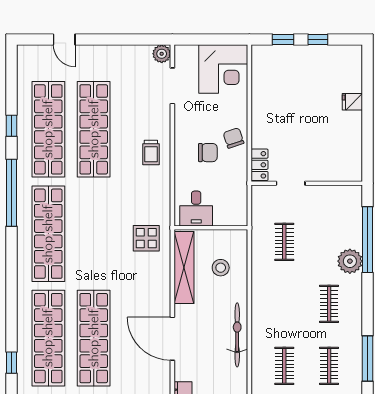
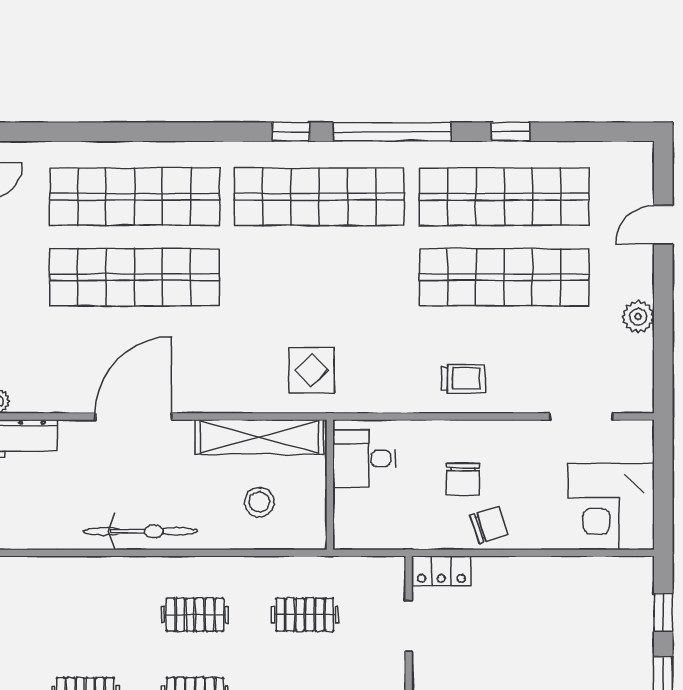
plant: (162, 54) -> (638, 317), moved
trolley: (151, 152) -> (463, 379), turned 180
window: (12, 363) -> (291, 132), moved
clothes rail: (284, 366) -> (195, 615), moved

